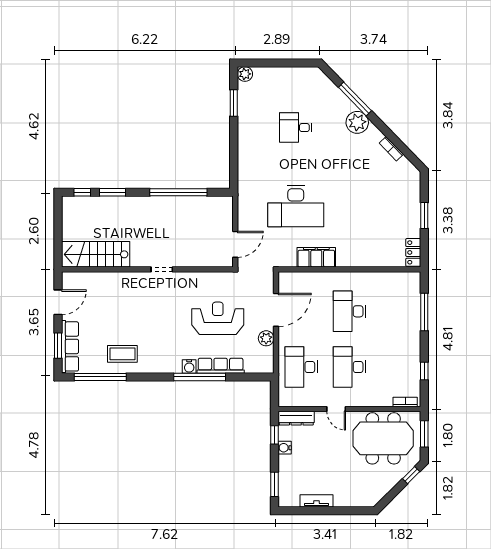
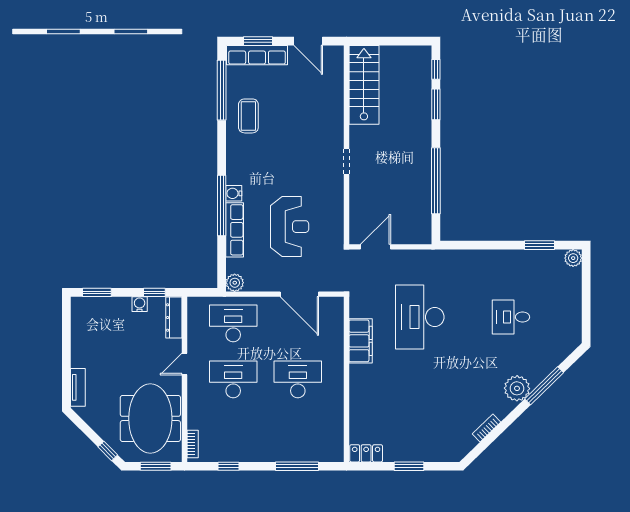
desk: (296, 128) -> (511, 317), turned -90
door: (235, 244) -> (375, 247), swing flipped
plant: (266, 338) -> (235, 283), moved
tv unit: (317, 501) -> (78, 387), moved

